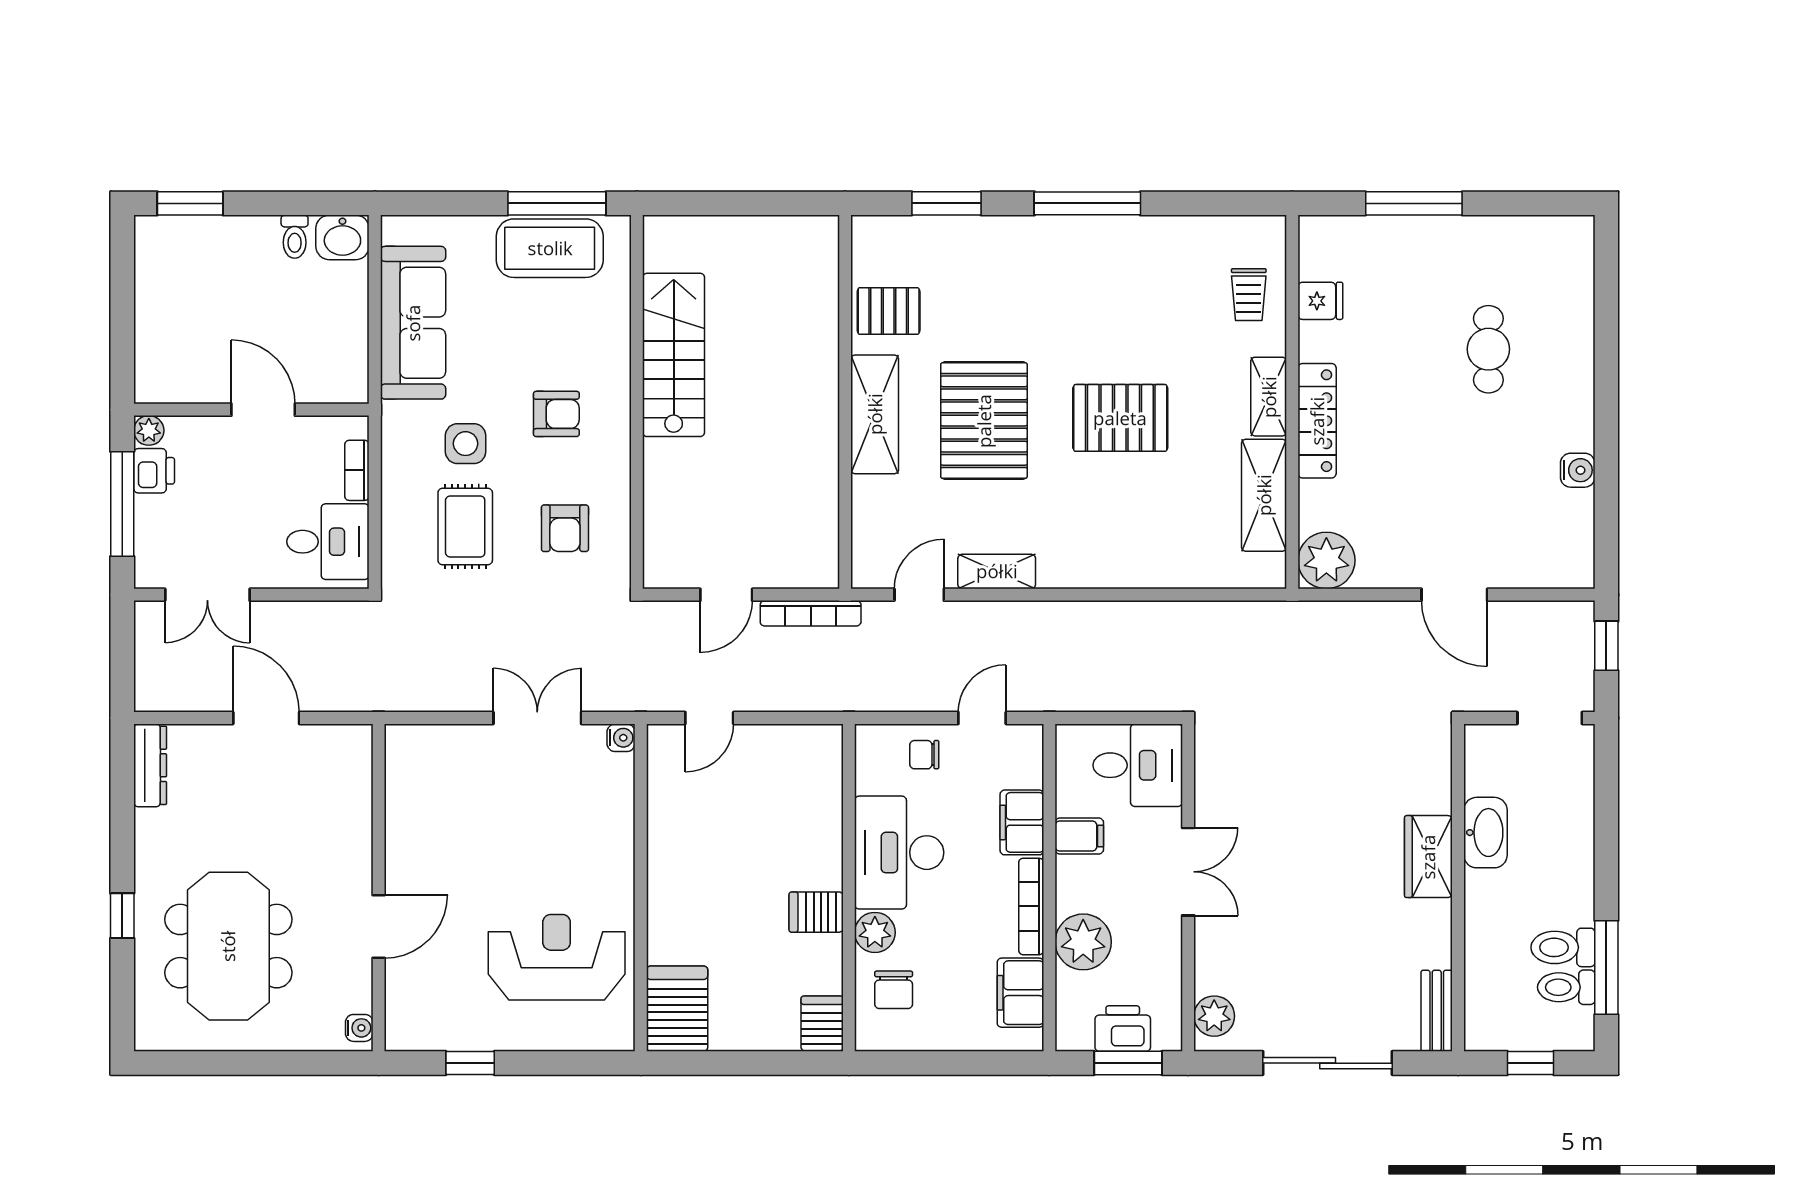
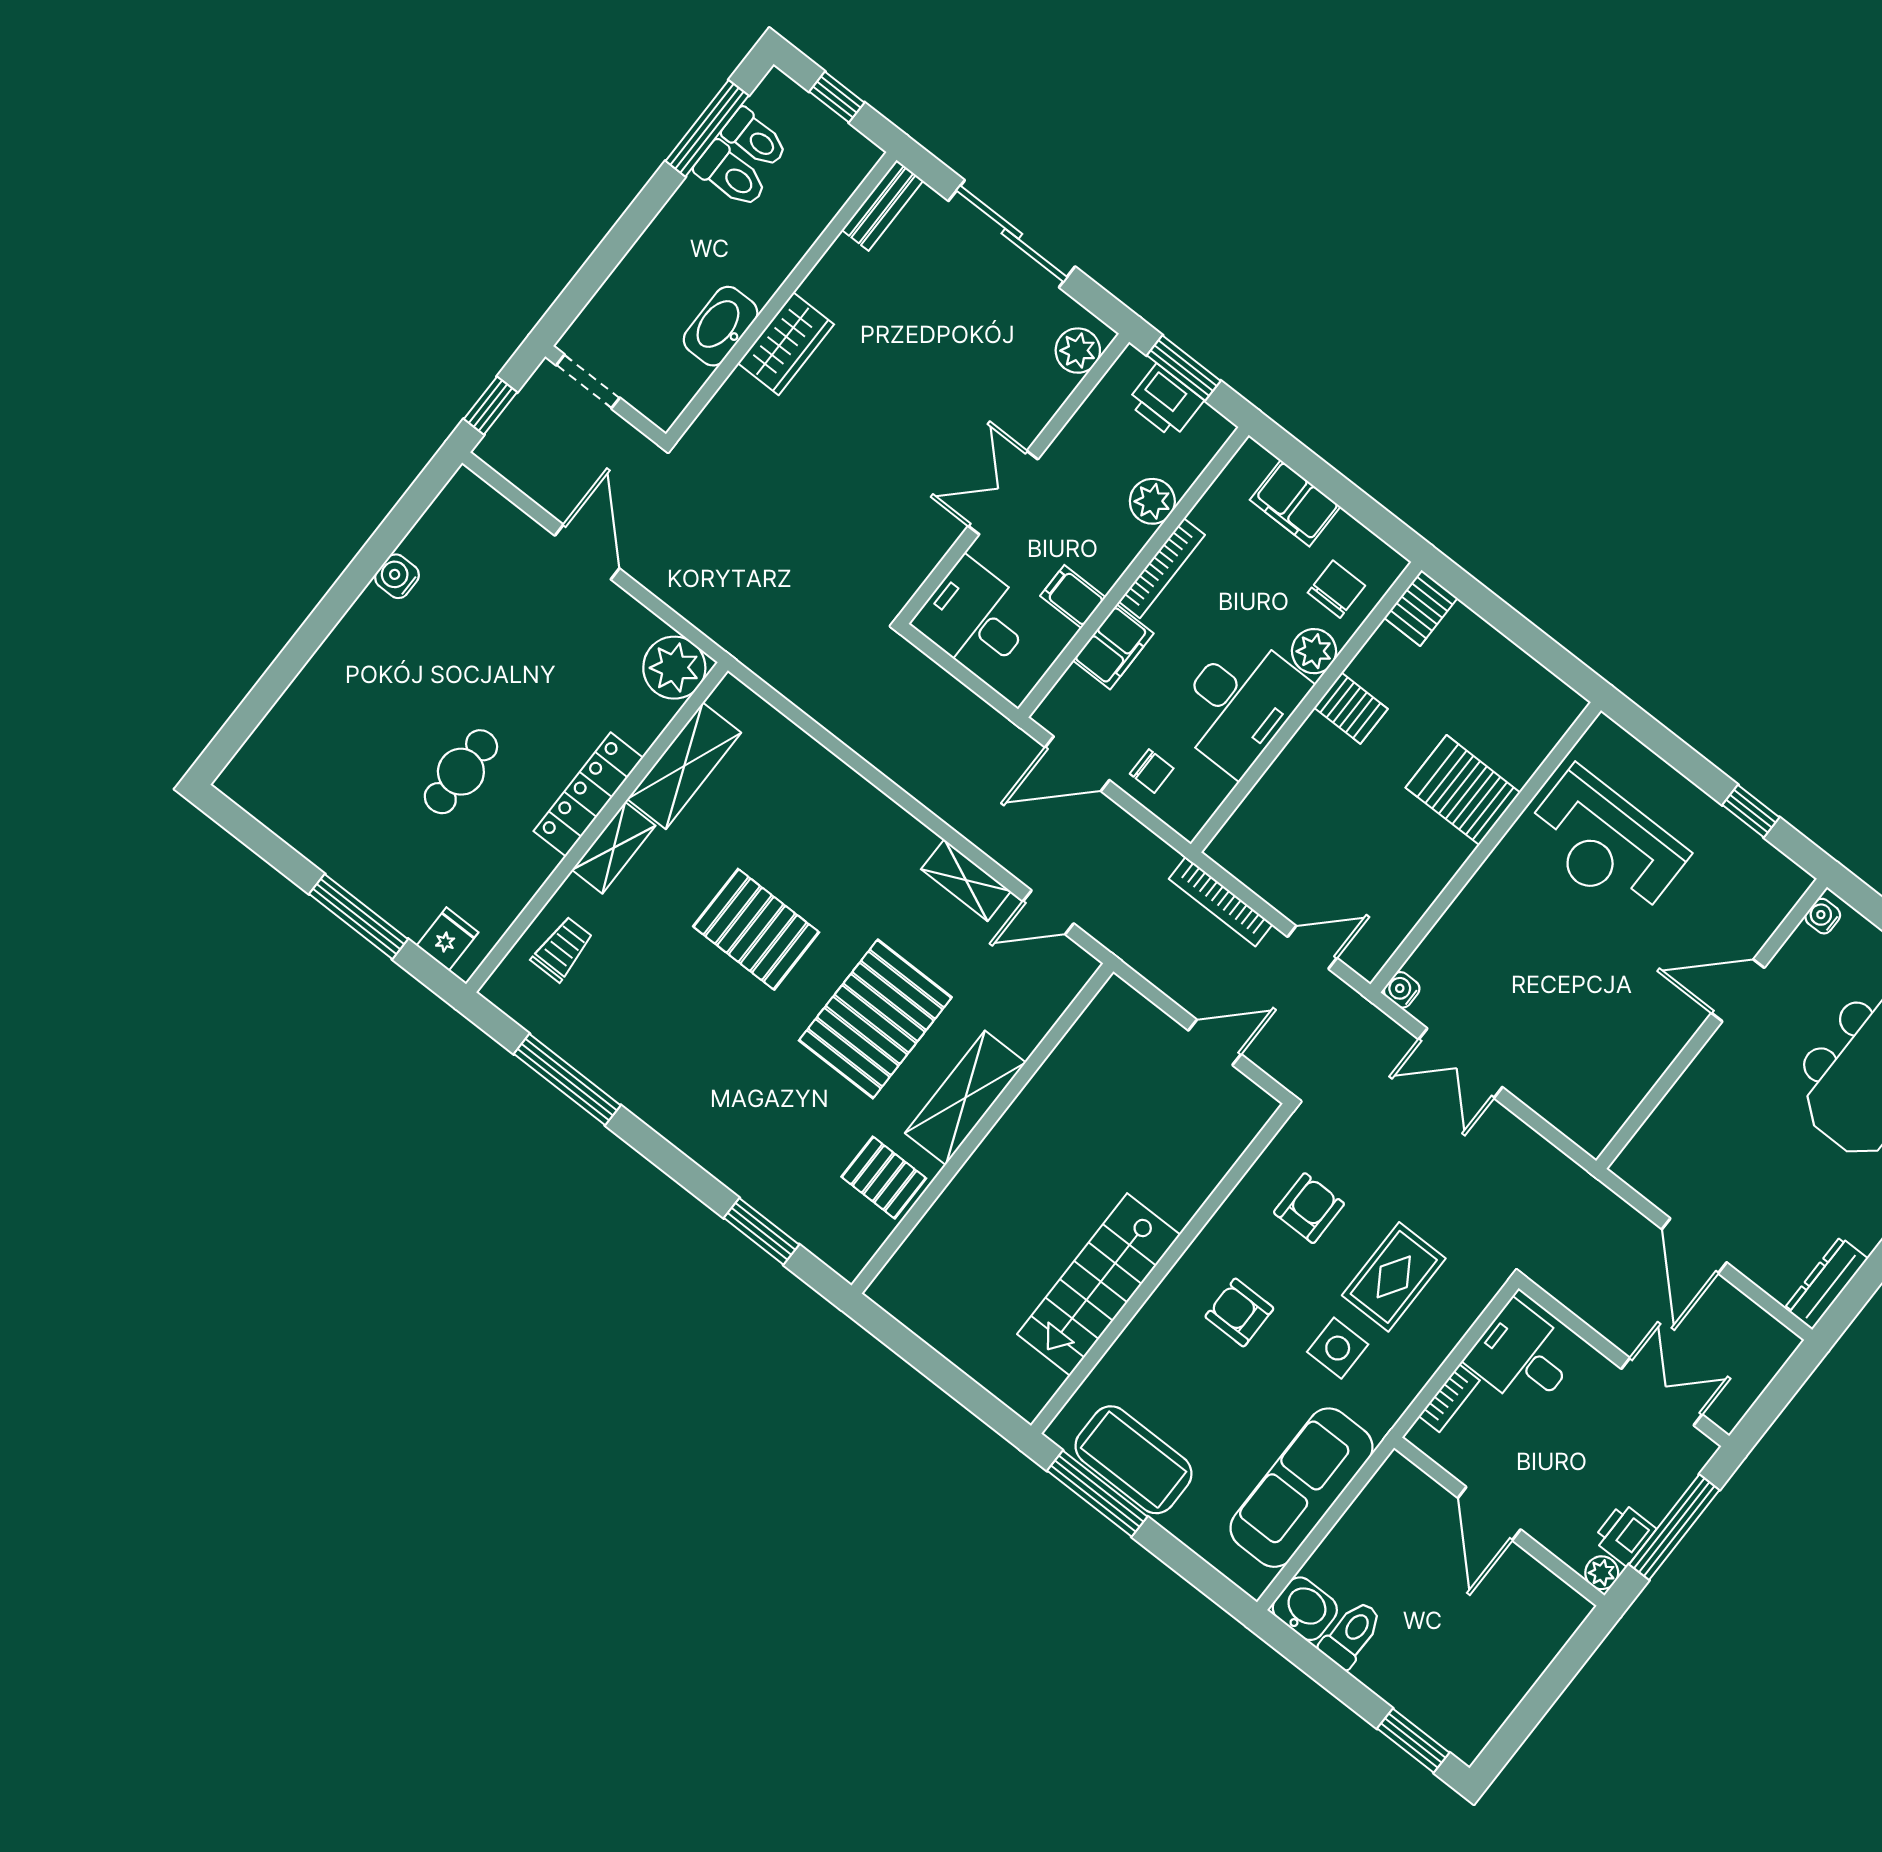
window: (1087, 203) -> (567, 1080), moved
toilet: (295, 237) -> (1351, 1634), width x1.37, depth x1.39
fridge: (1320, 301) -> (448, 939), moved, turned 90
cafe table: (1488, 349) -> (461, 772), moved
bookcase: (811, 613) -> (1221, 902), moved, turned 180
door: (982, 718) -> (1077, 764), width x1.38
plant: (1083, 942) -> (1152, 501), width x0.73, depth x0.73
filing cabinet: (1020, 993) -> (1295, 503), moved, turned 90
server rack: (677, 1009) -> (1463, 790), moved, turned 90

